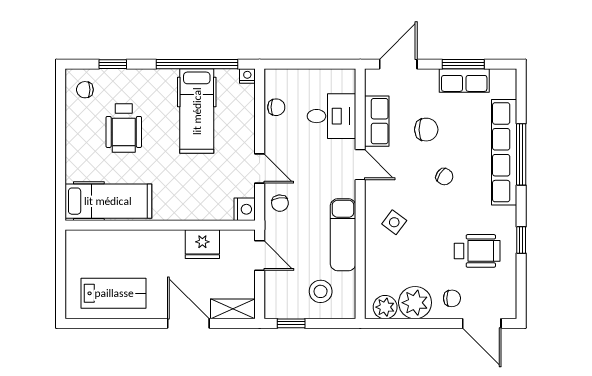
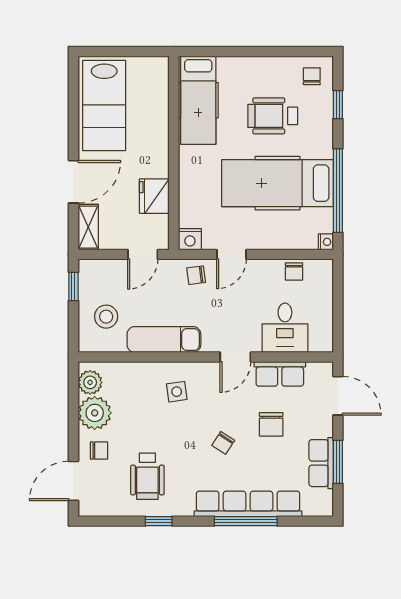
hospital bed: (197, 111) -> (278, 183), width x1.37, depth x1.29
side table: (394, 222) -> (177, 392), turned 45
lab bench: (114, 293) -> (104, 105), width x1.36, depth x1.39
chair: (452, 298) -> (99, 451), turned -91

